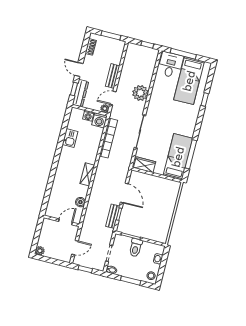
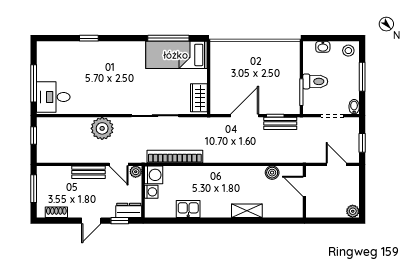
bed: (189, 81) -> (68, 66), removed
dresser: (80, 93) -> (129, 210), width x0.70
shelving: (87, 174) -> (247, 211), moved

